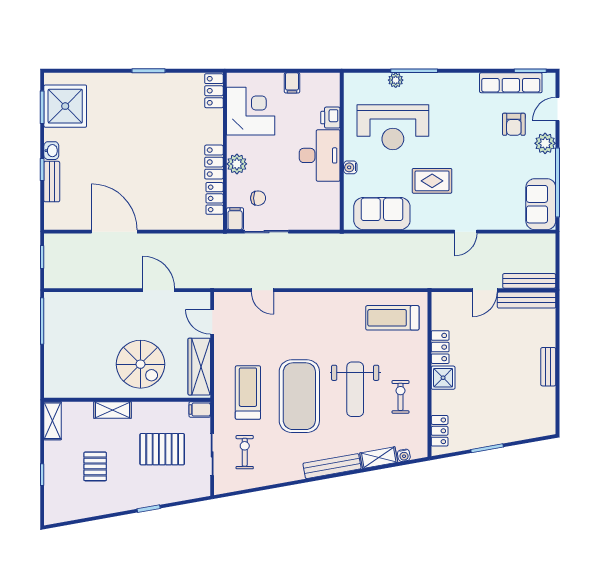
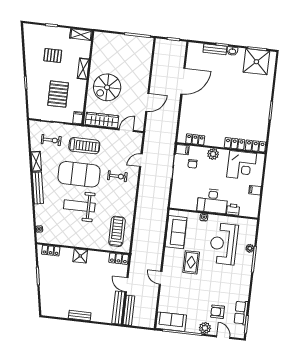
row of seats: (511, 83) -> (241, 313), width x0.68
locker: (214, 162) -> (234, 144), moved
locker: (440, 347) -> (119, 259), moved
exercise bike: (400, 397) -> (117, 176), moved
shelving: (379, 458) -> (36, 161), moved

